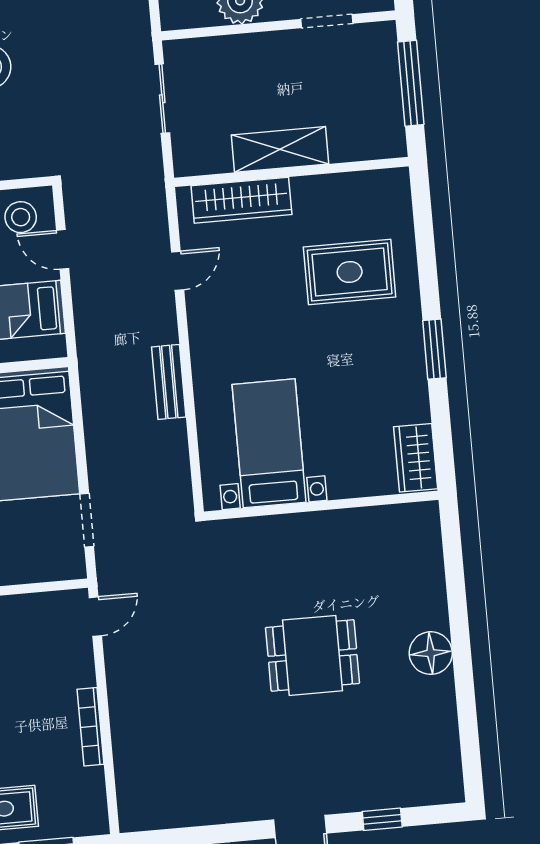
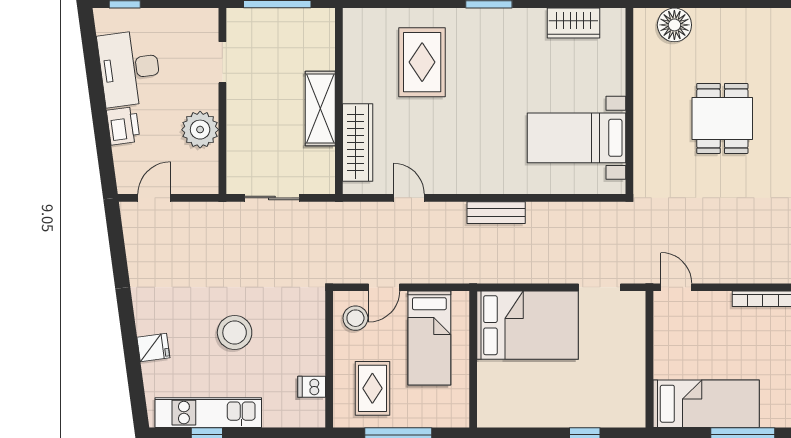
bed with nightstands: (269, 443) -> (576, 138), moved
wall: (321, 506) -> (629, 101), moved
floor lamp: (431, 653) -> (674, 25), moved

